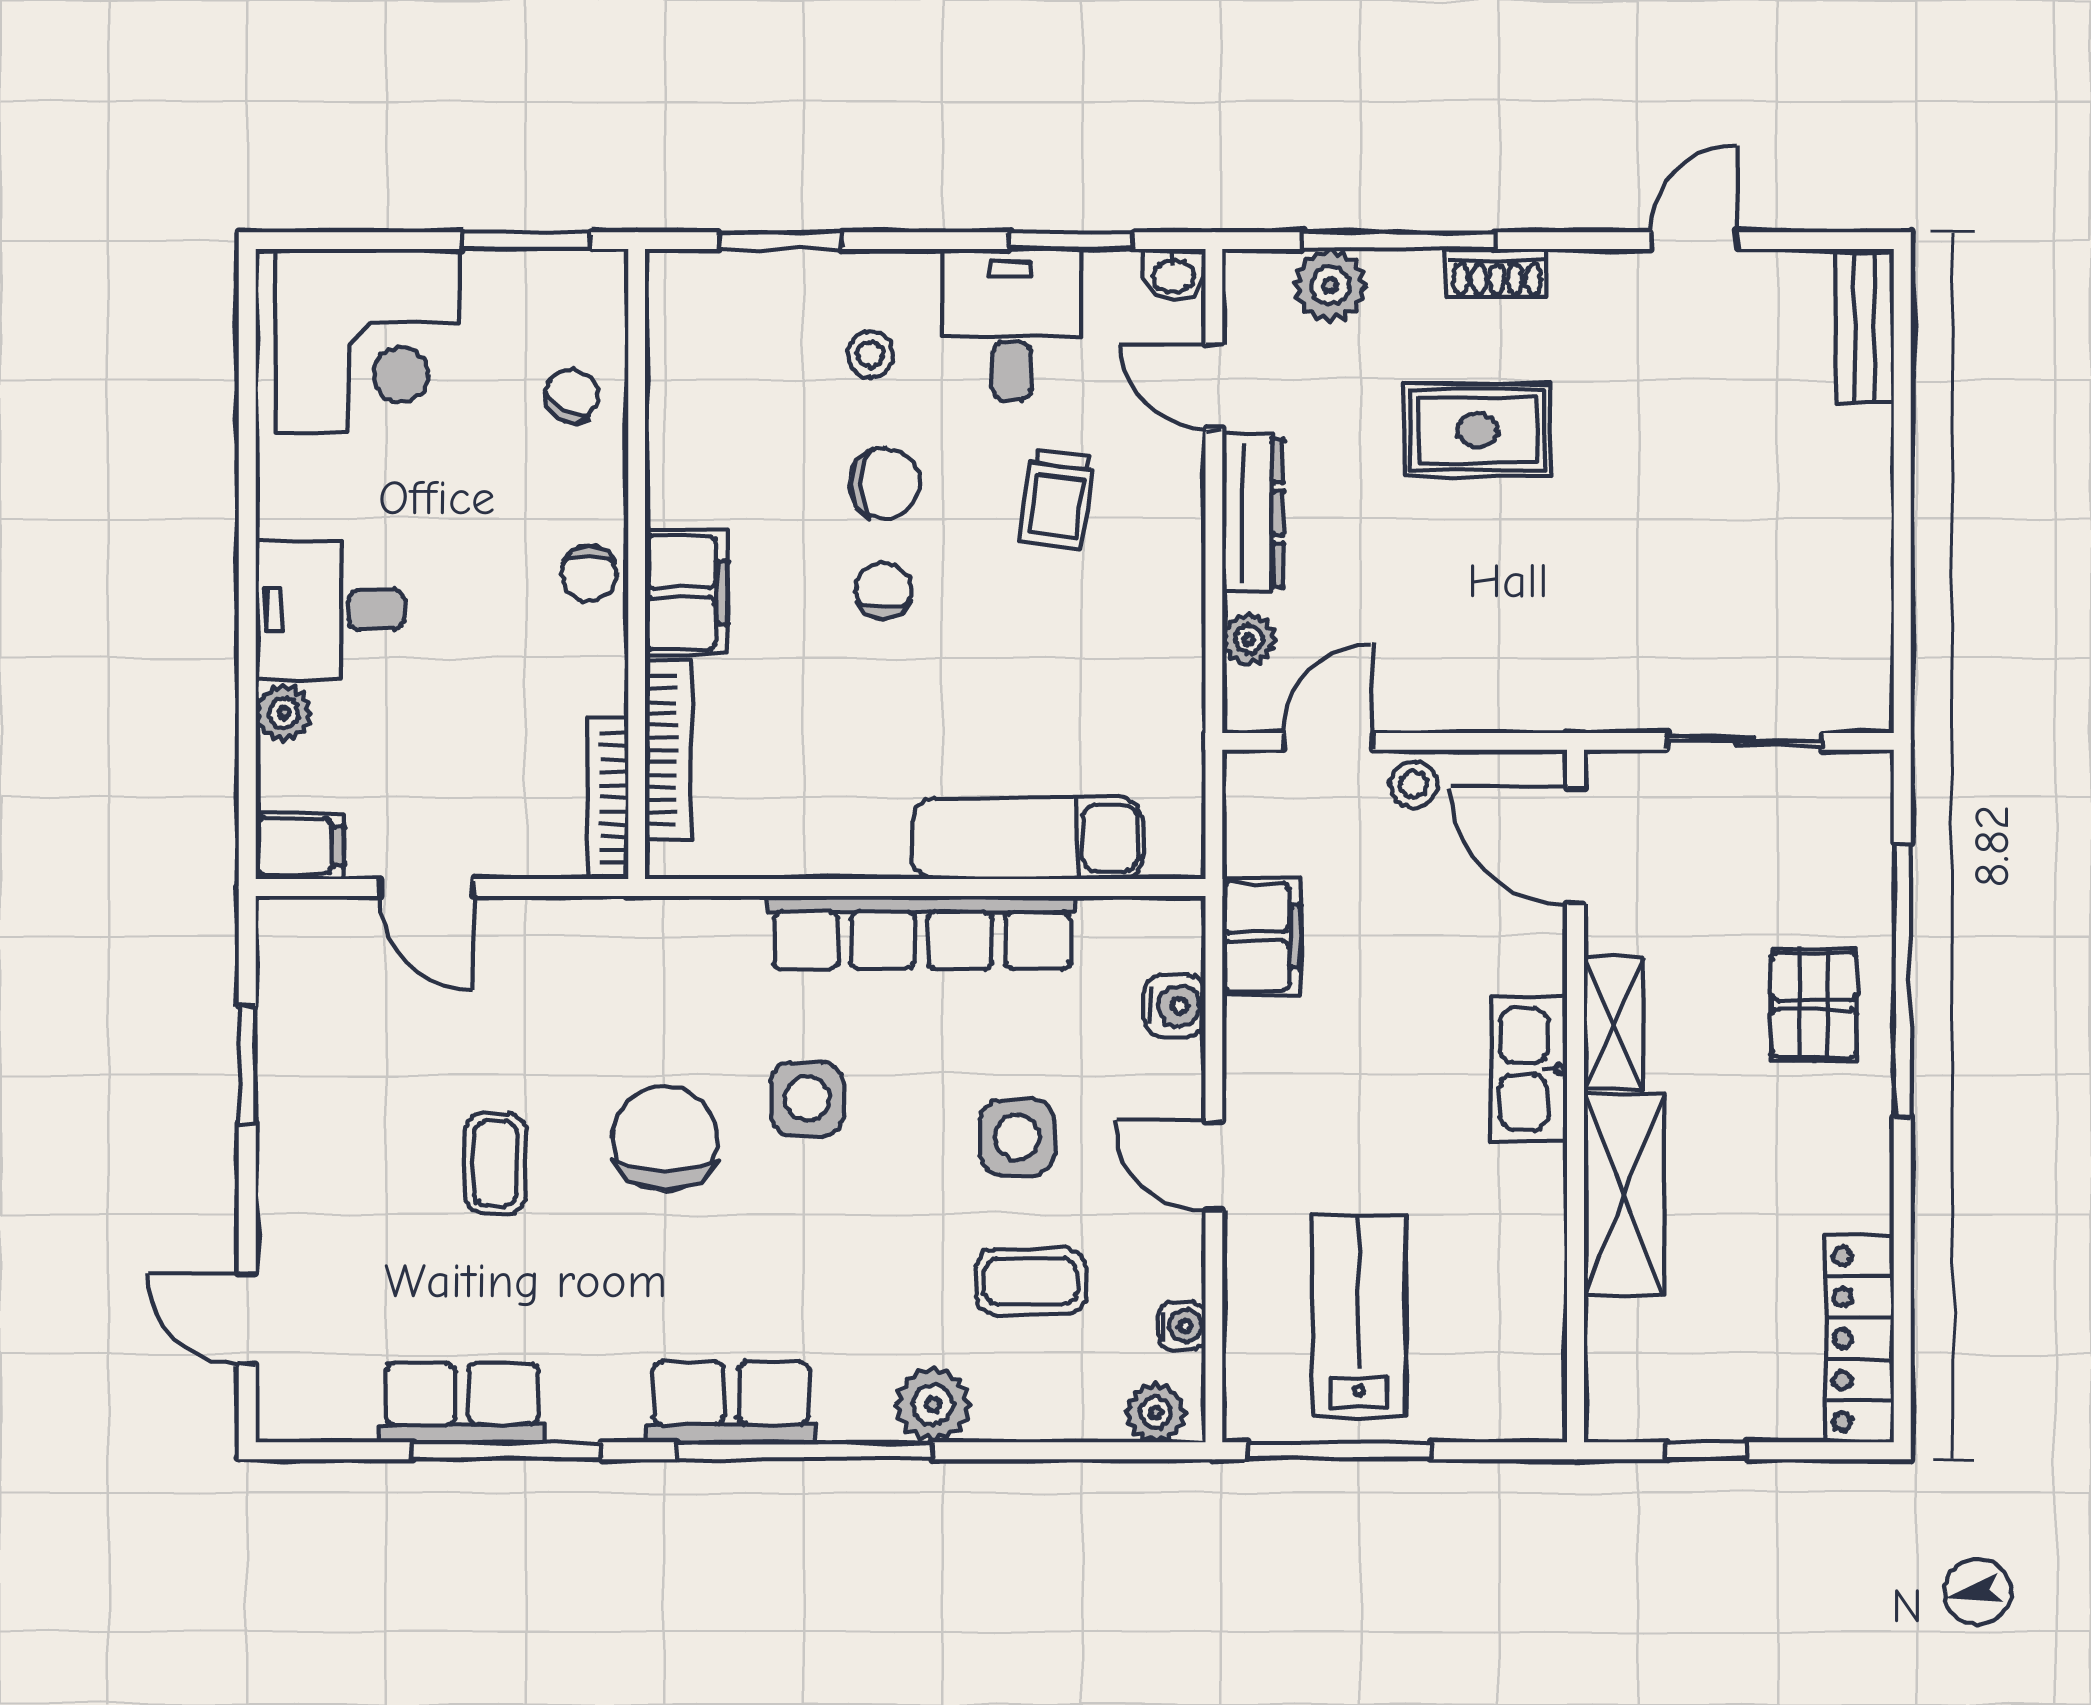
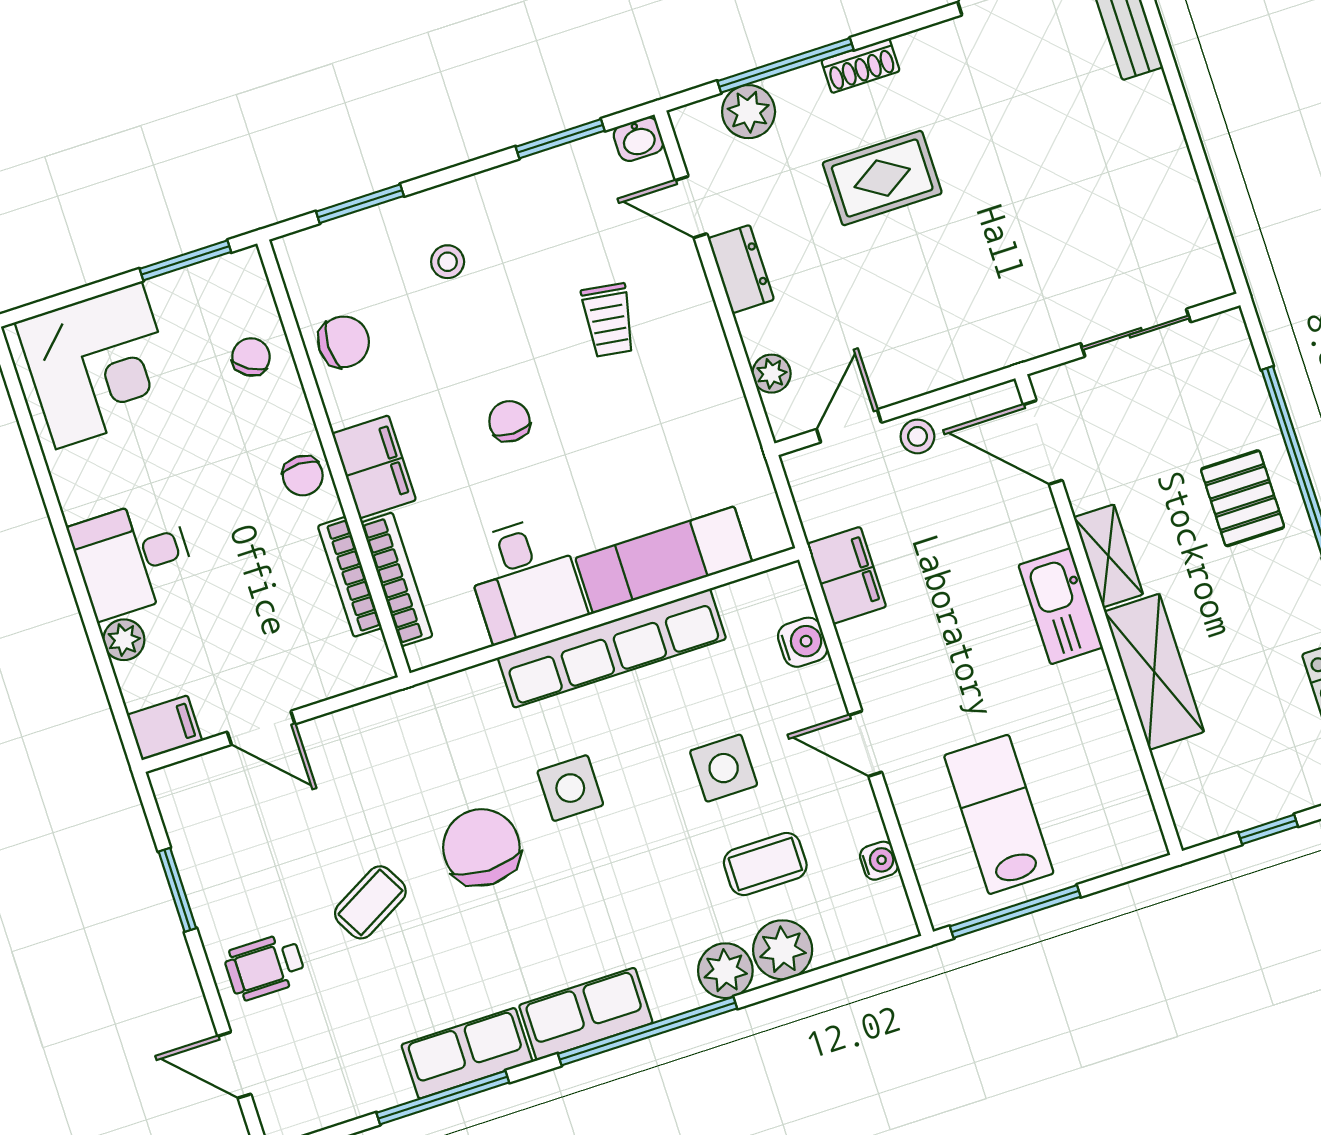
desk: (1012, 324) -> (525, 579), moved, turned 180
chair: (884, 483) -> (344, 342), moved
dresser: (1253, 513) -> (741, 269), width x0.70
bookcase: (608, 798) -> (350, 577), moved
coffee table: (496, 1163) -> (370, 902), turned 61
wheelchair: (329, 1203) -> (265, 967), added
row of seats: (462, 1403) -> (467, 1053), moved
plant: (1155, 1413) -> (783, 950), moved, width x1.38, depth x1.38

